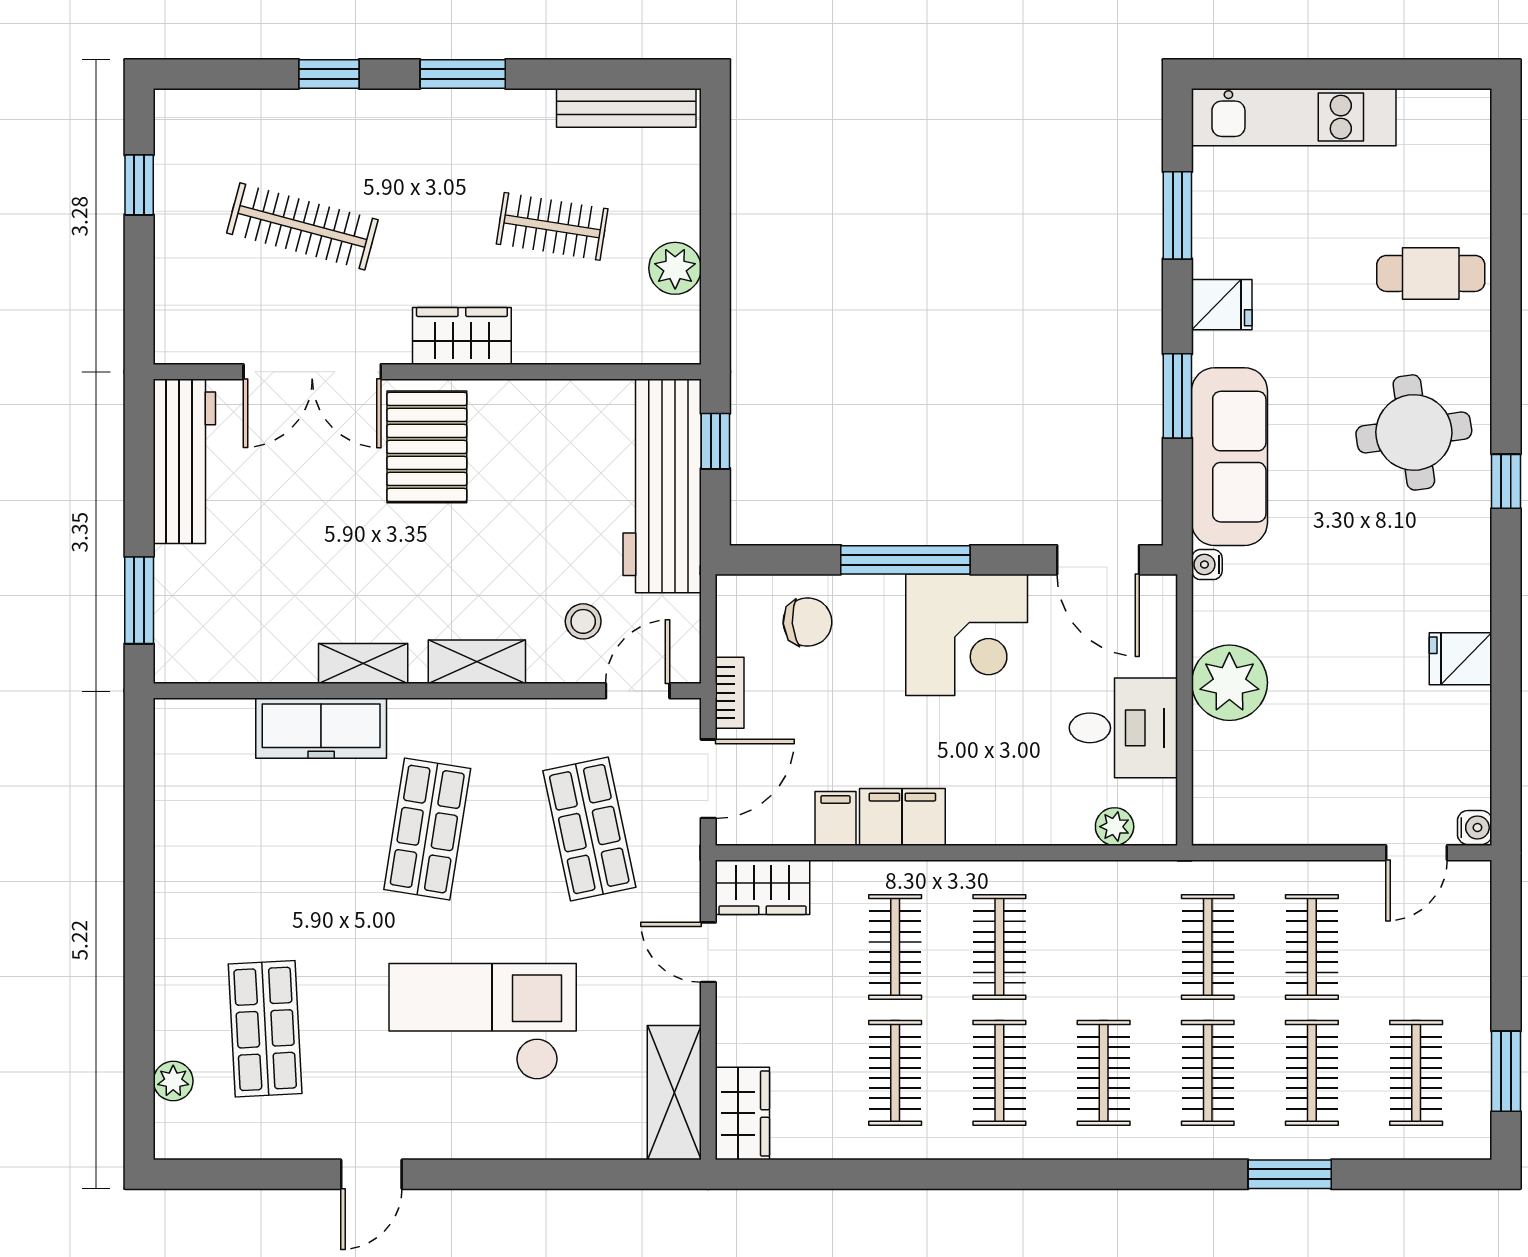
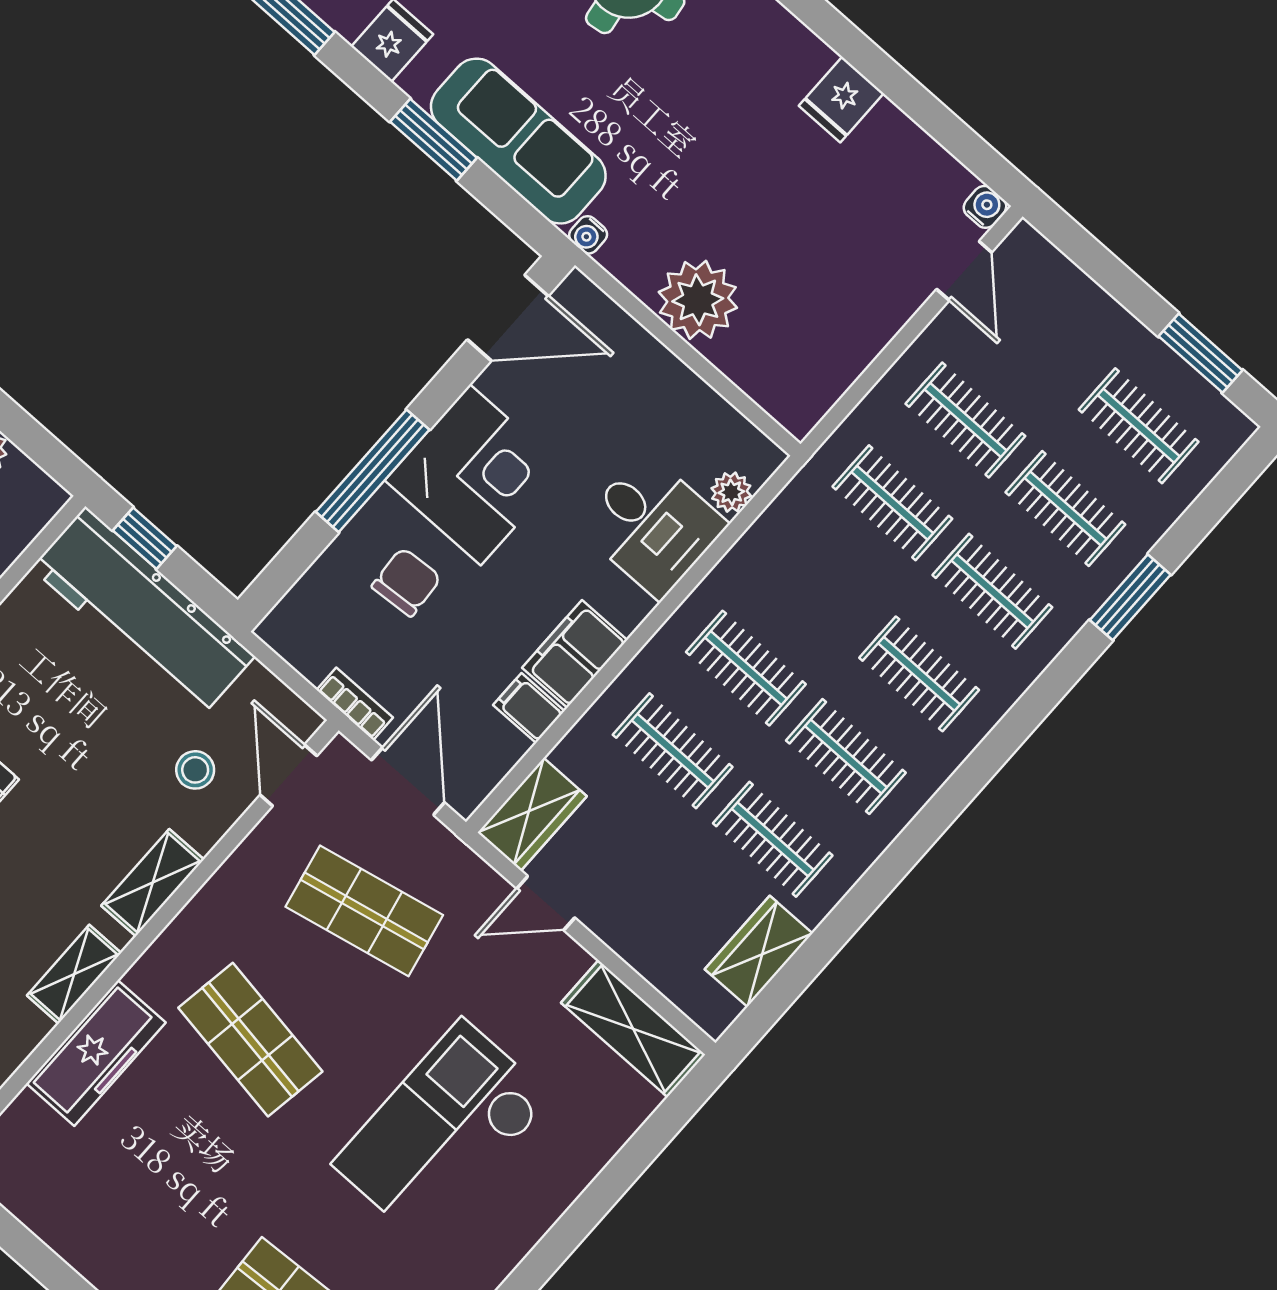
chair: (807, 622) -> (406, 582), moved
desk: (1123, 728) -> (652, 525), moved, turned 90
wardrobe: (742, 1113) -> (759, 951), moved, turned -90

